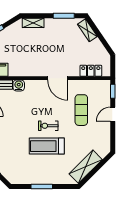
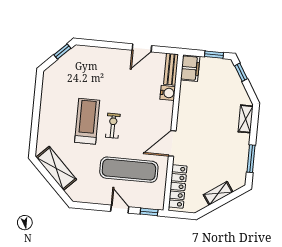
shelving: (87, 30) -> (218, 193), moved
locker: (91, 71) -> (178, 186), width x1.53
exercise mat: (81, 110) -> (129, 170), width x1.36, depth x1.45
window: (42, 186) -> (36, 110), removed

